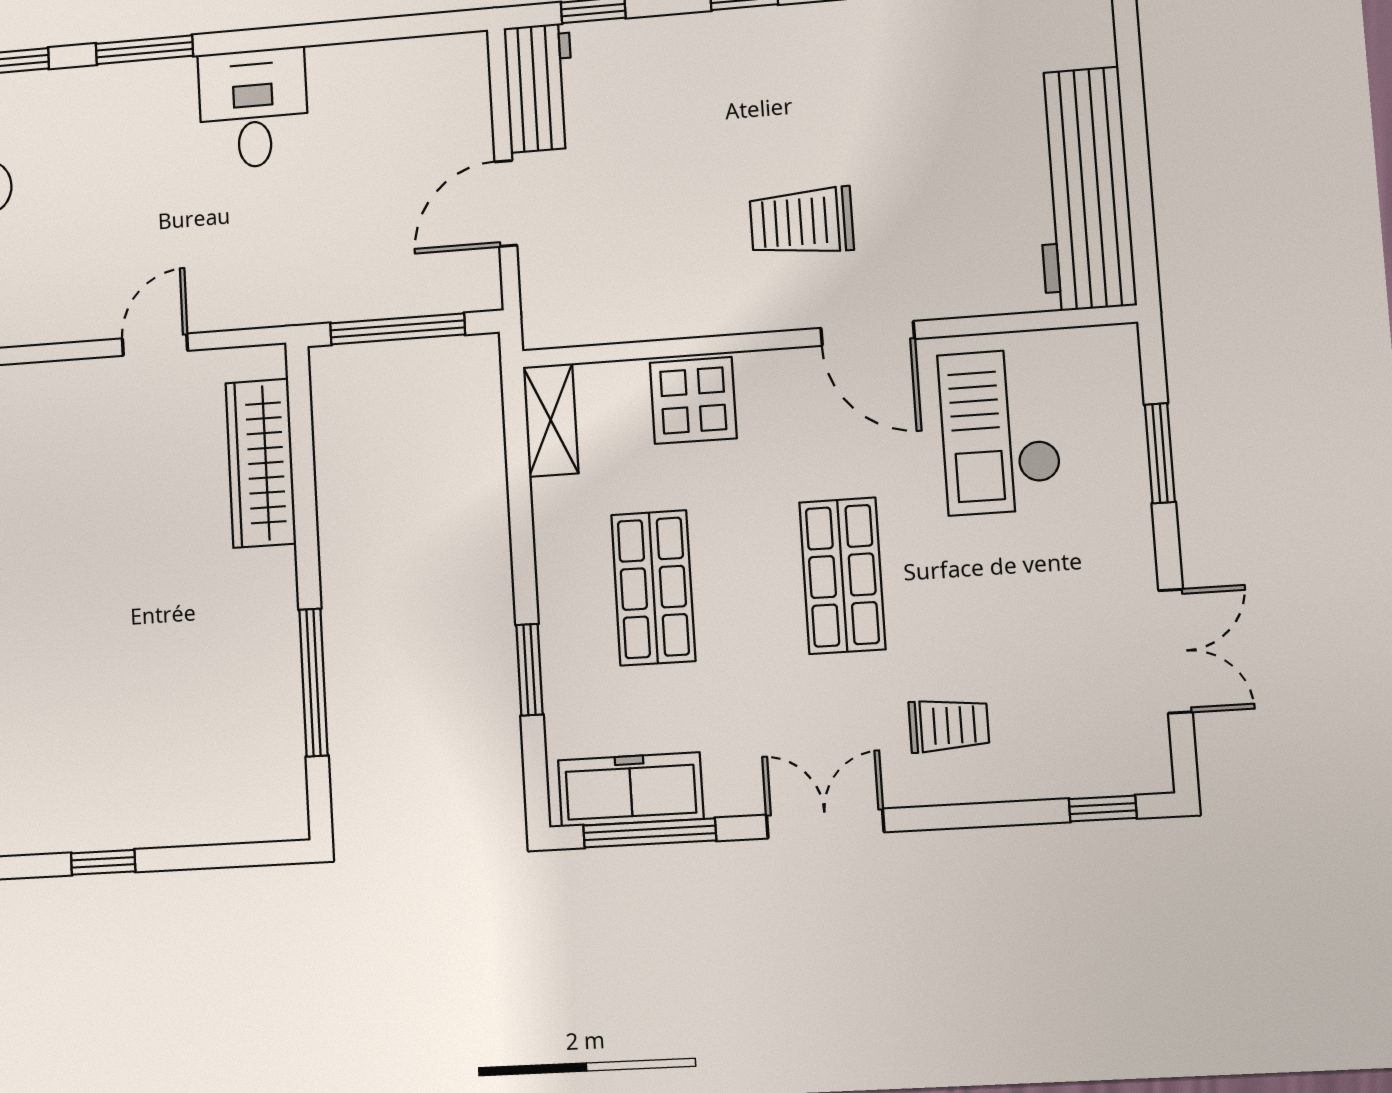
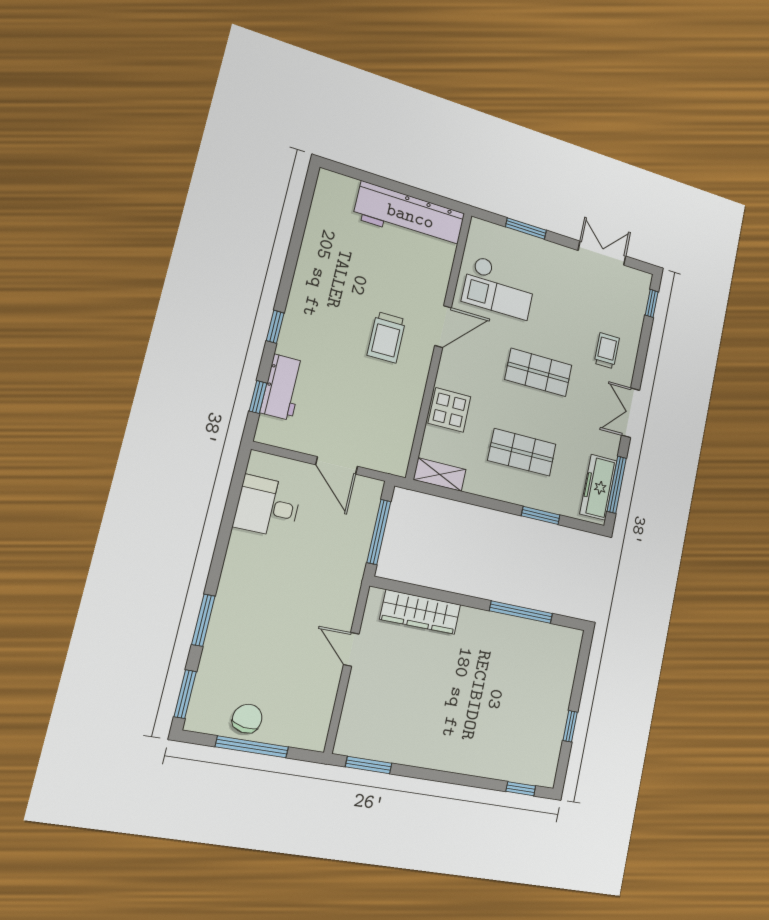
workbench: (540, 88) -> (283, 387), moved, turned 90
desk: (253, 108) -> (268, 507), moved

